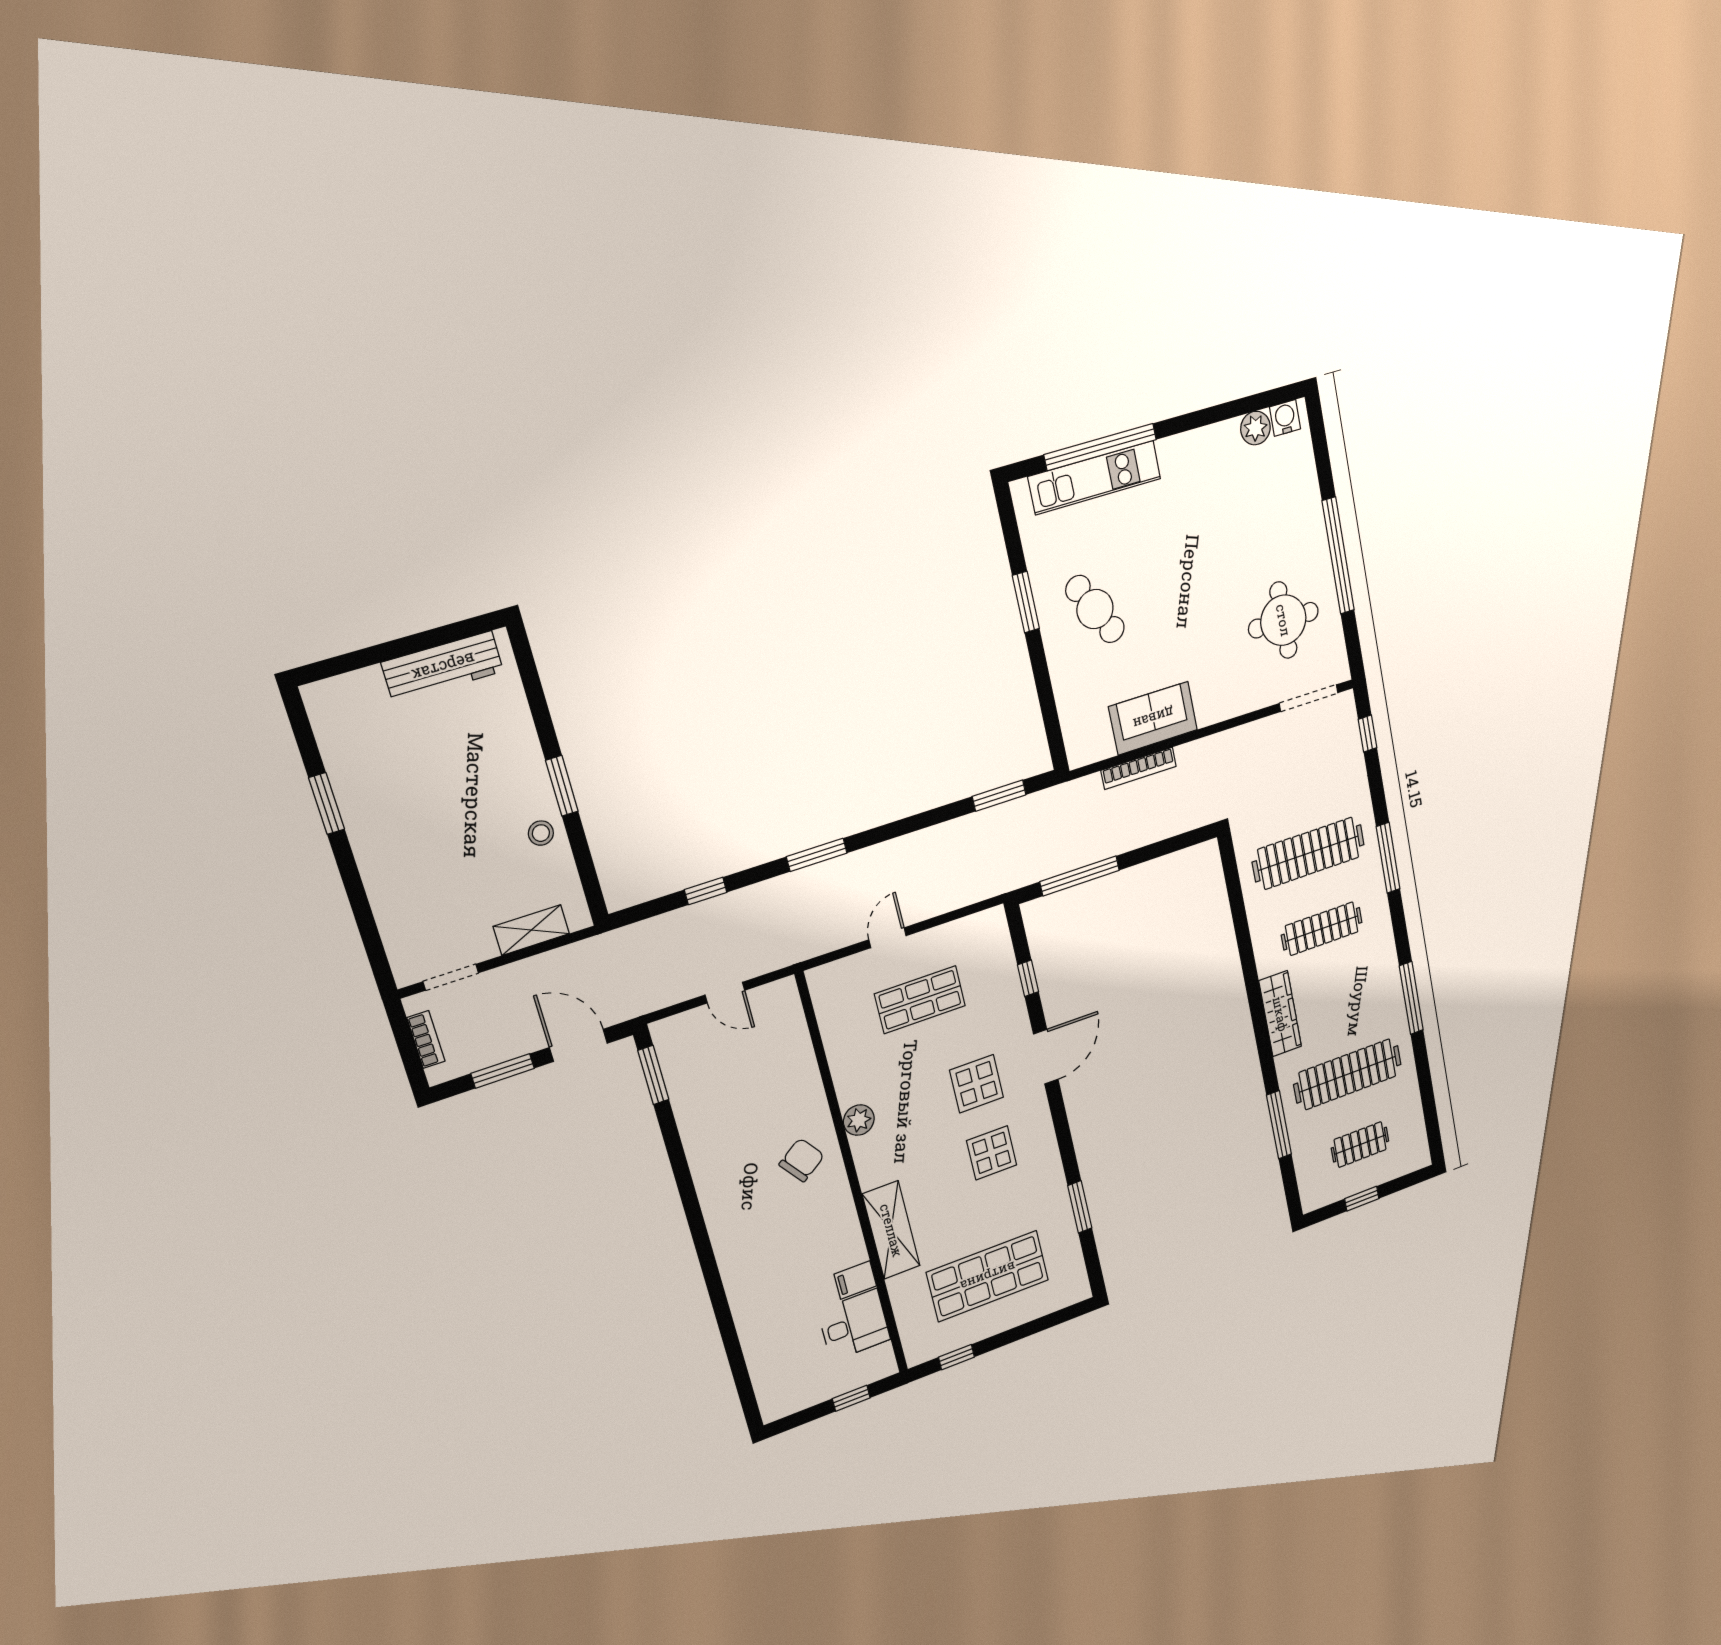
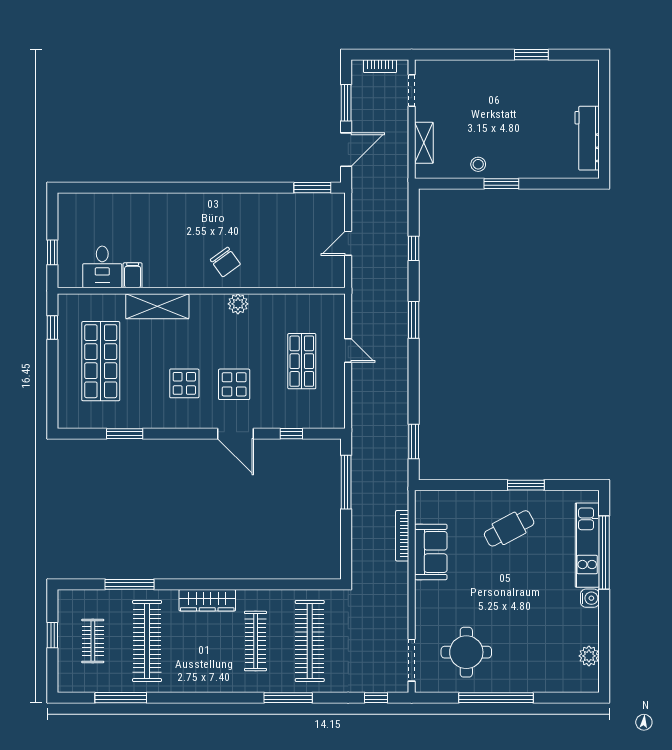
water cooler: (1285, 418) -> (590, 598), moved
window: (1411, 998) -> (121, 698), moved

